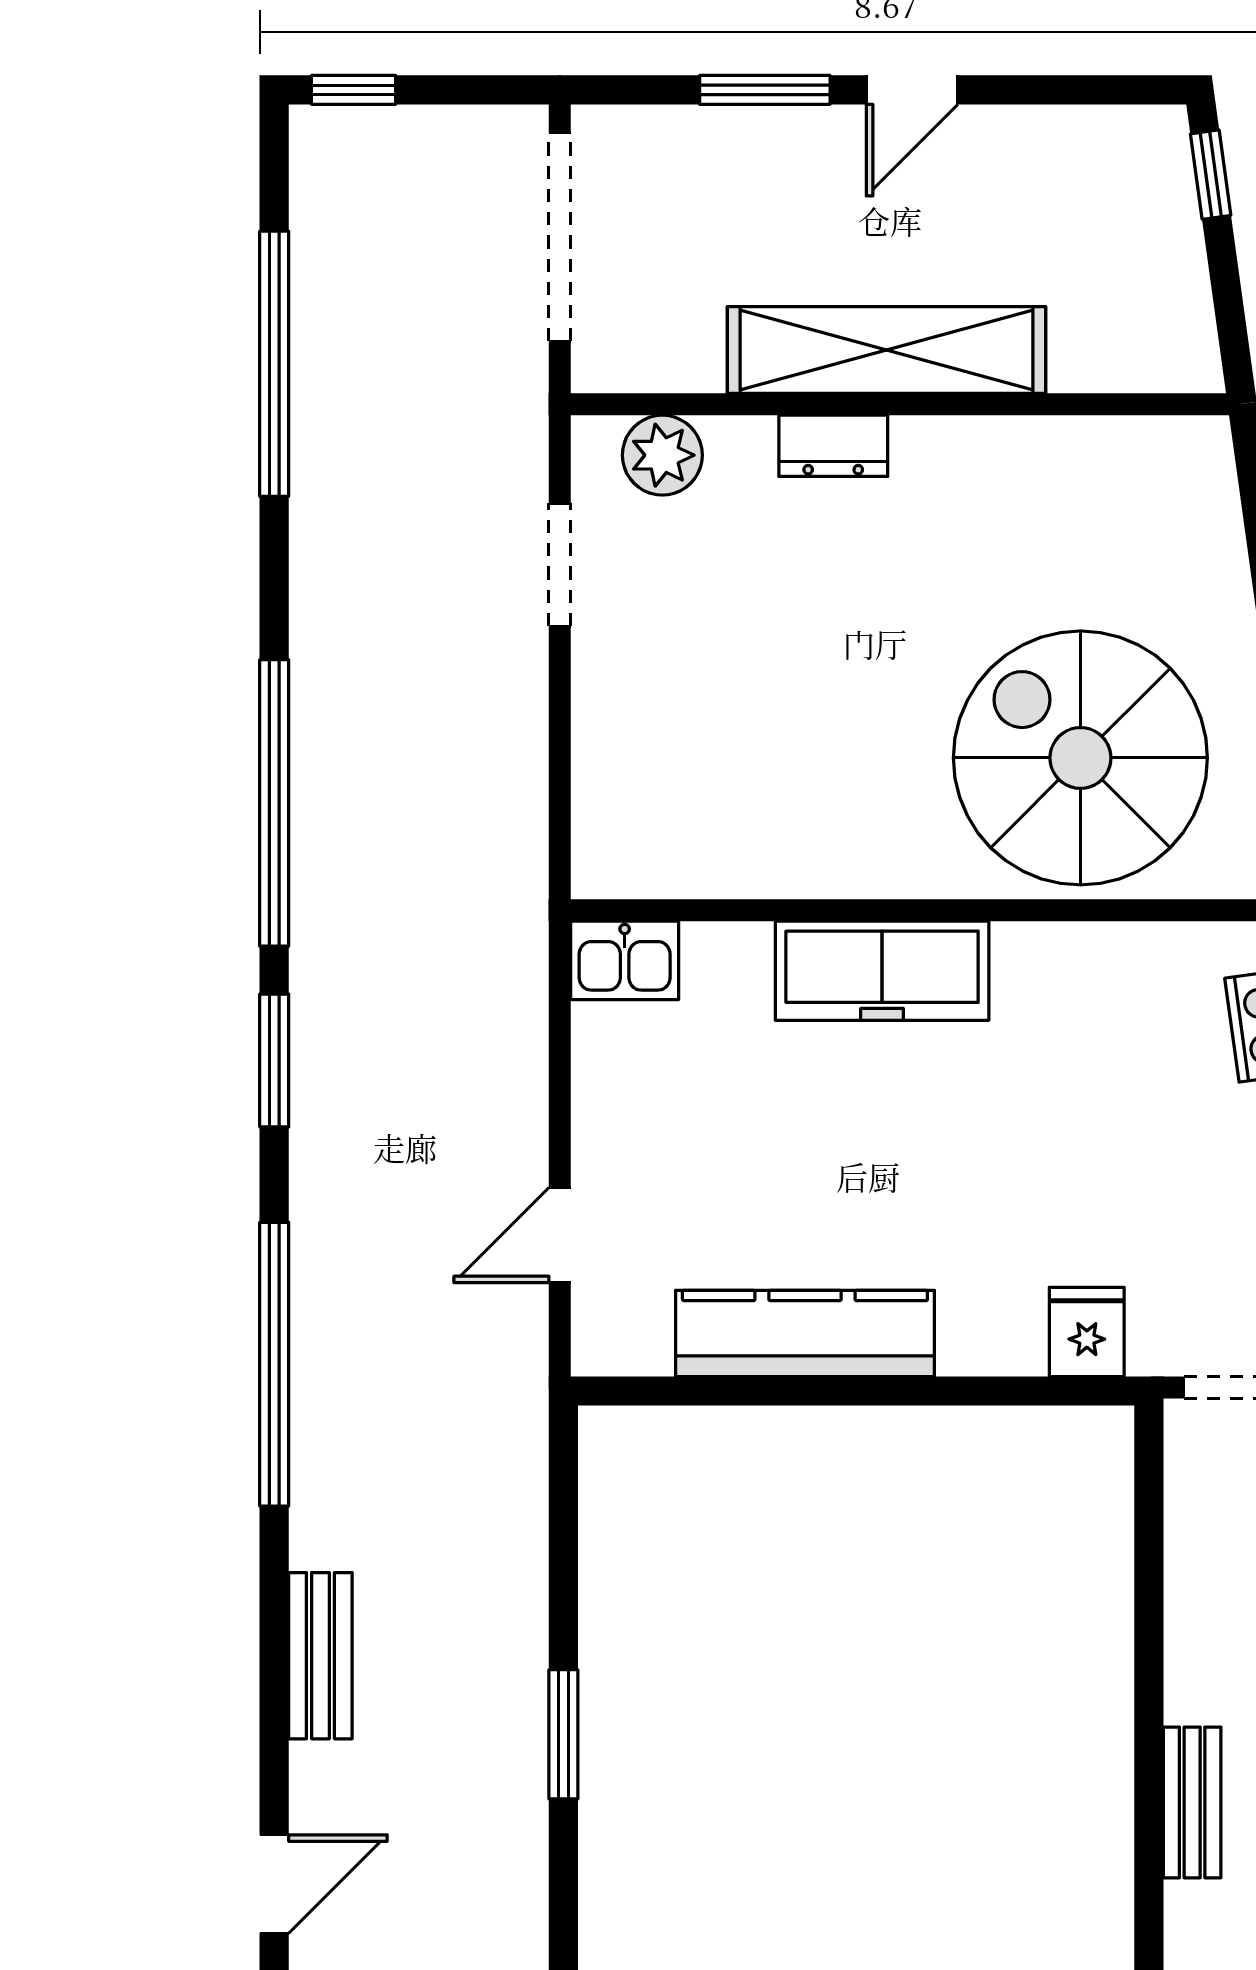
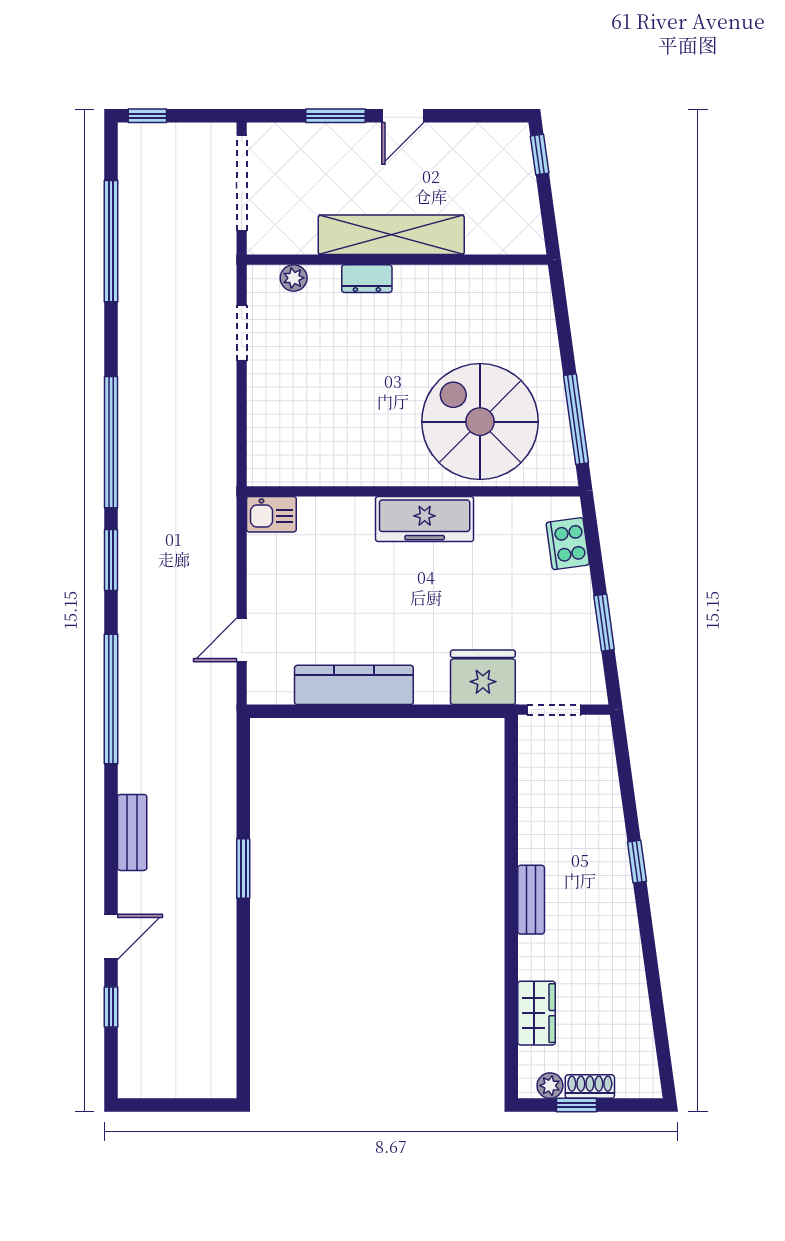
plant: (662, 455) -> (294, 278), width x0.73, depth x0.73
freezer: (882, 971) -> (425, 519), moved
fridge: (1087, 1332) -> (483, 677), width x1.88, depth x1.34

